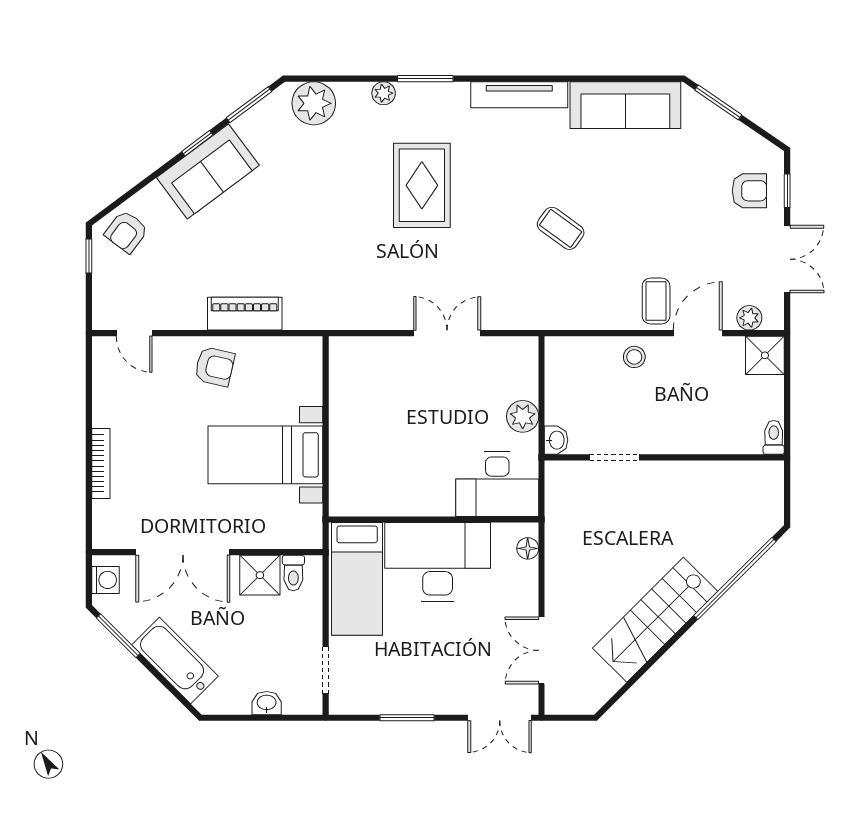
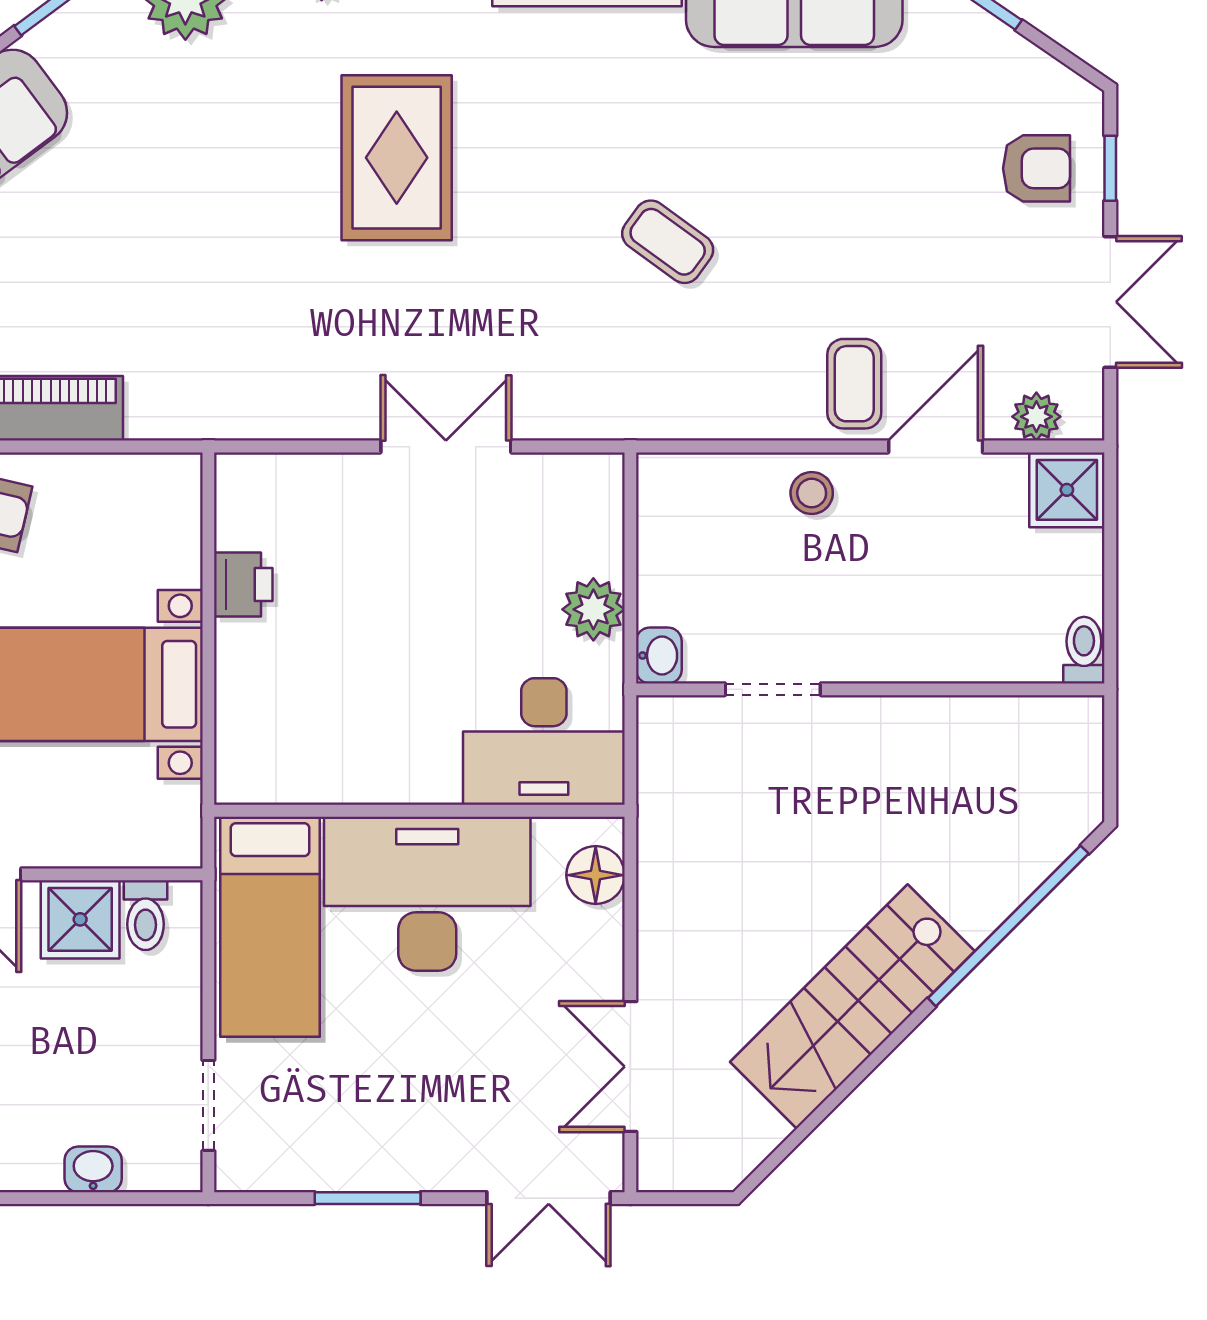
printer: (343, 404) -> (243, 585), added
floor lamp: (528, 548) -> (596, 875), width x1.37, depth x1.37

